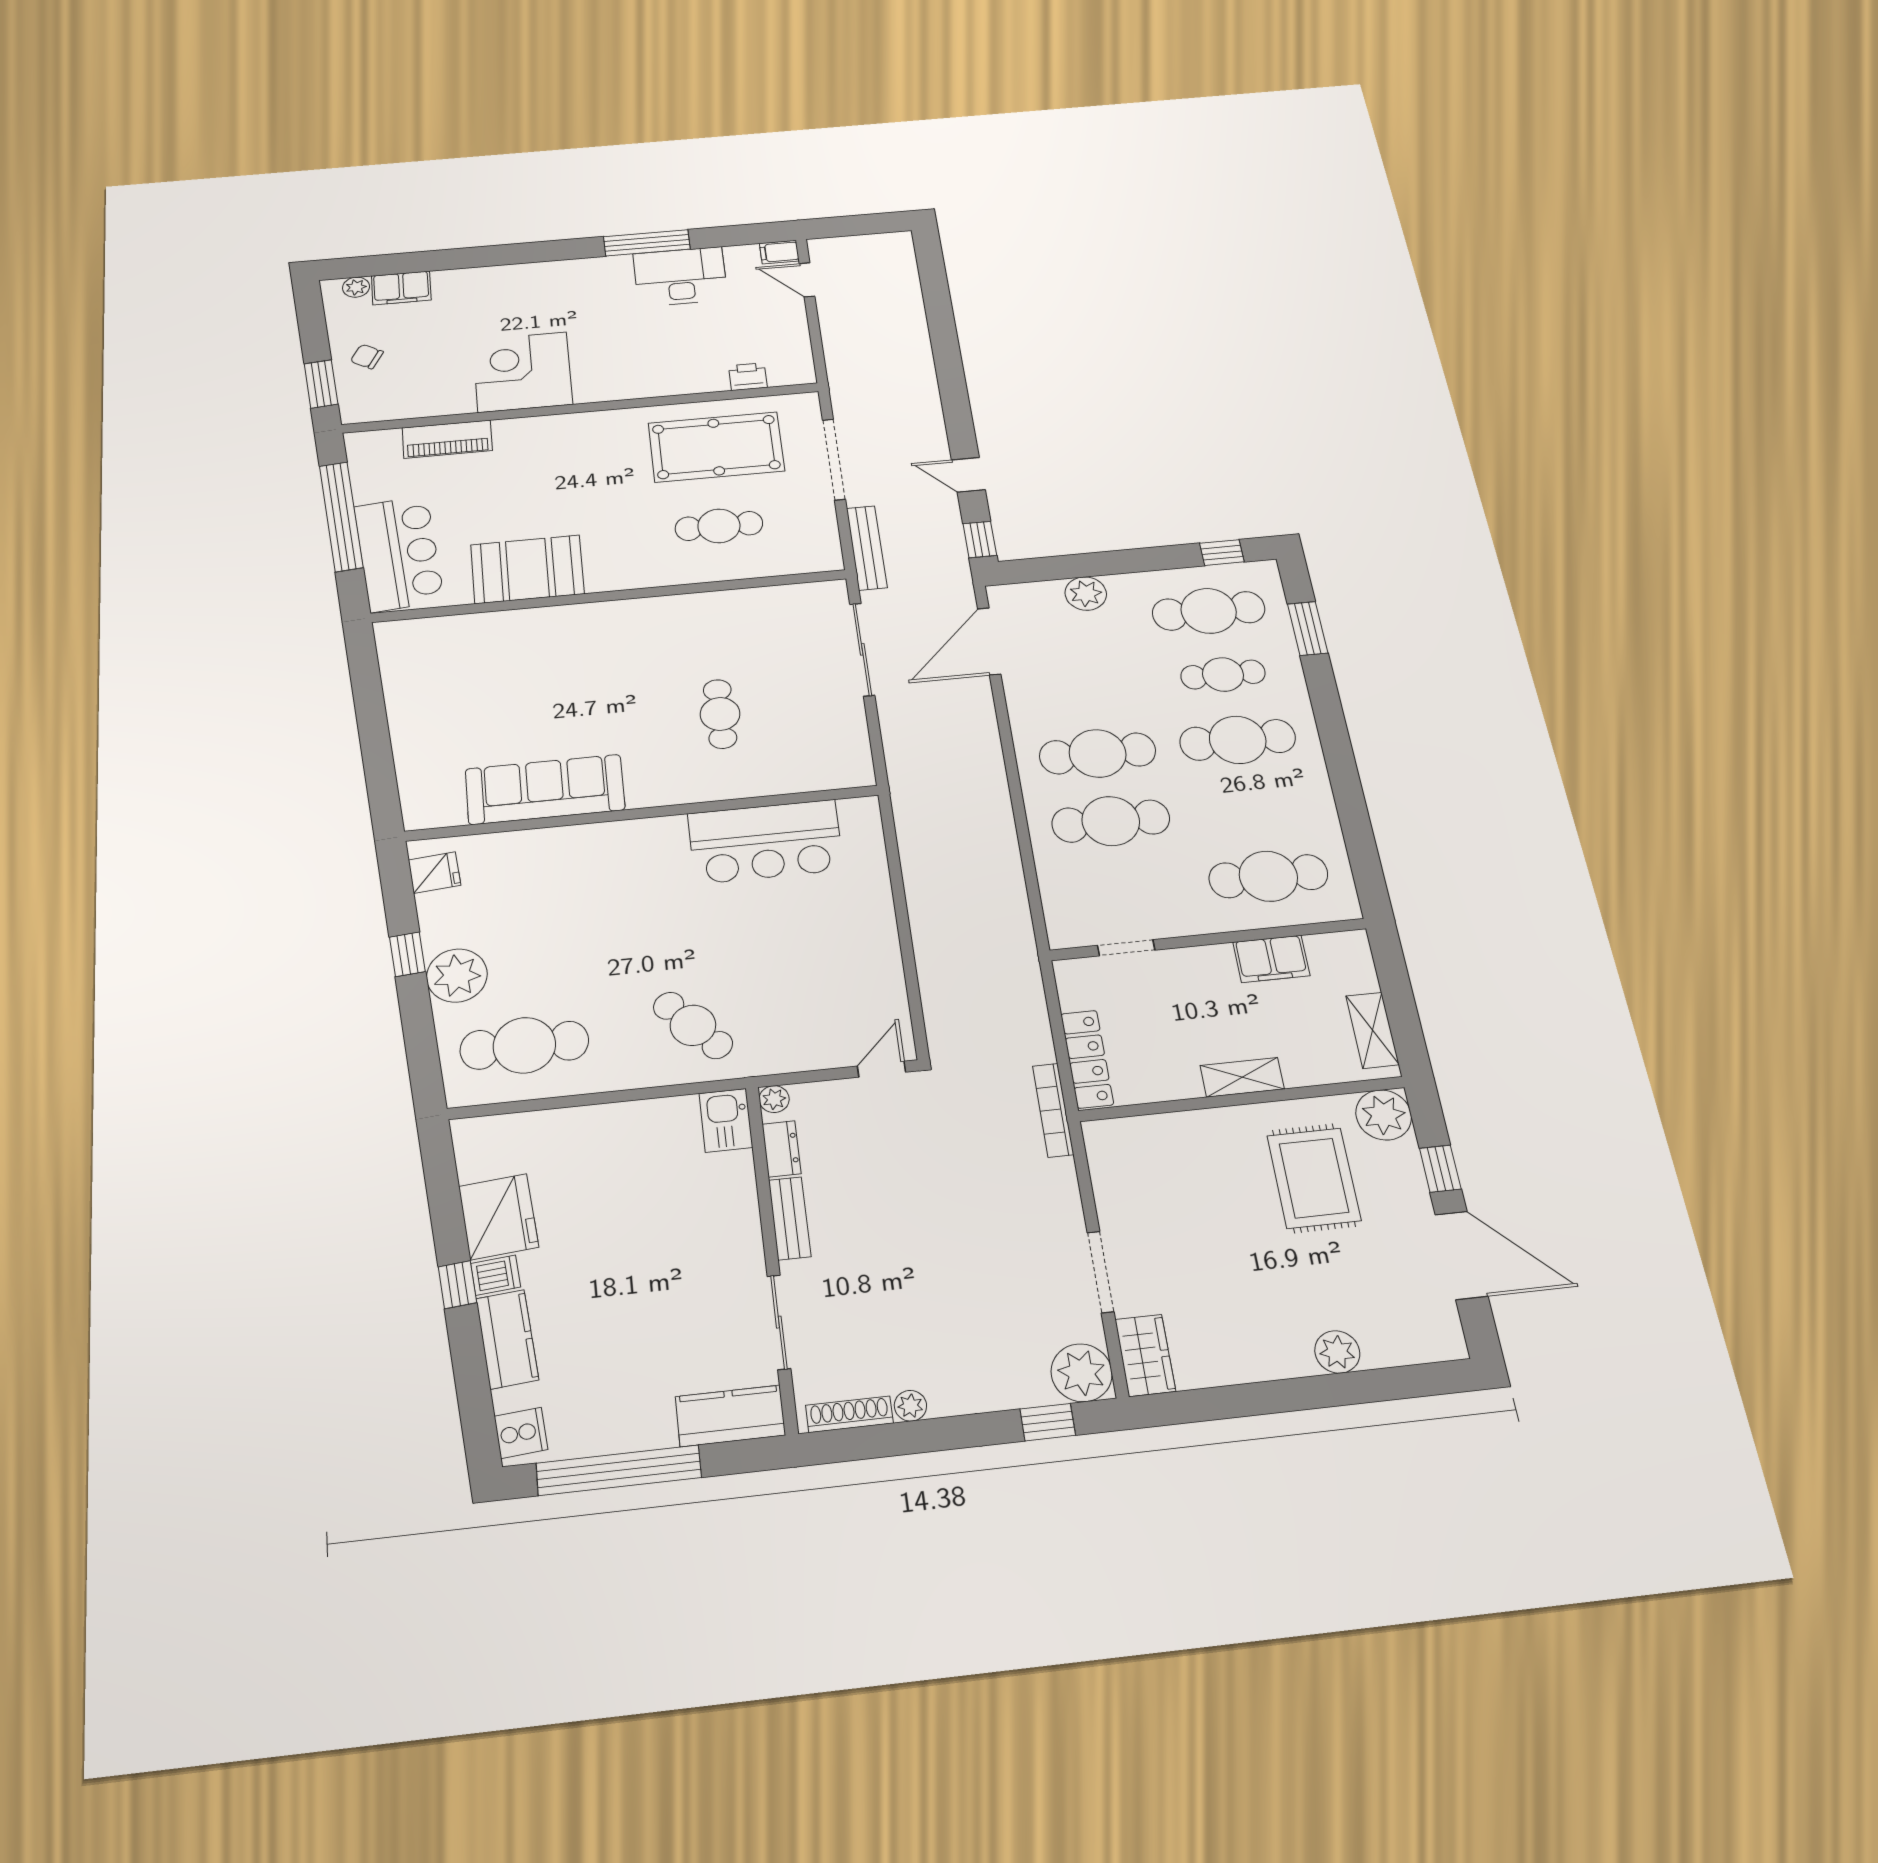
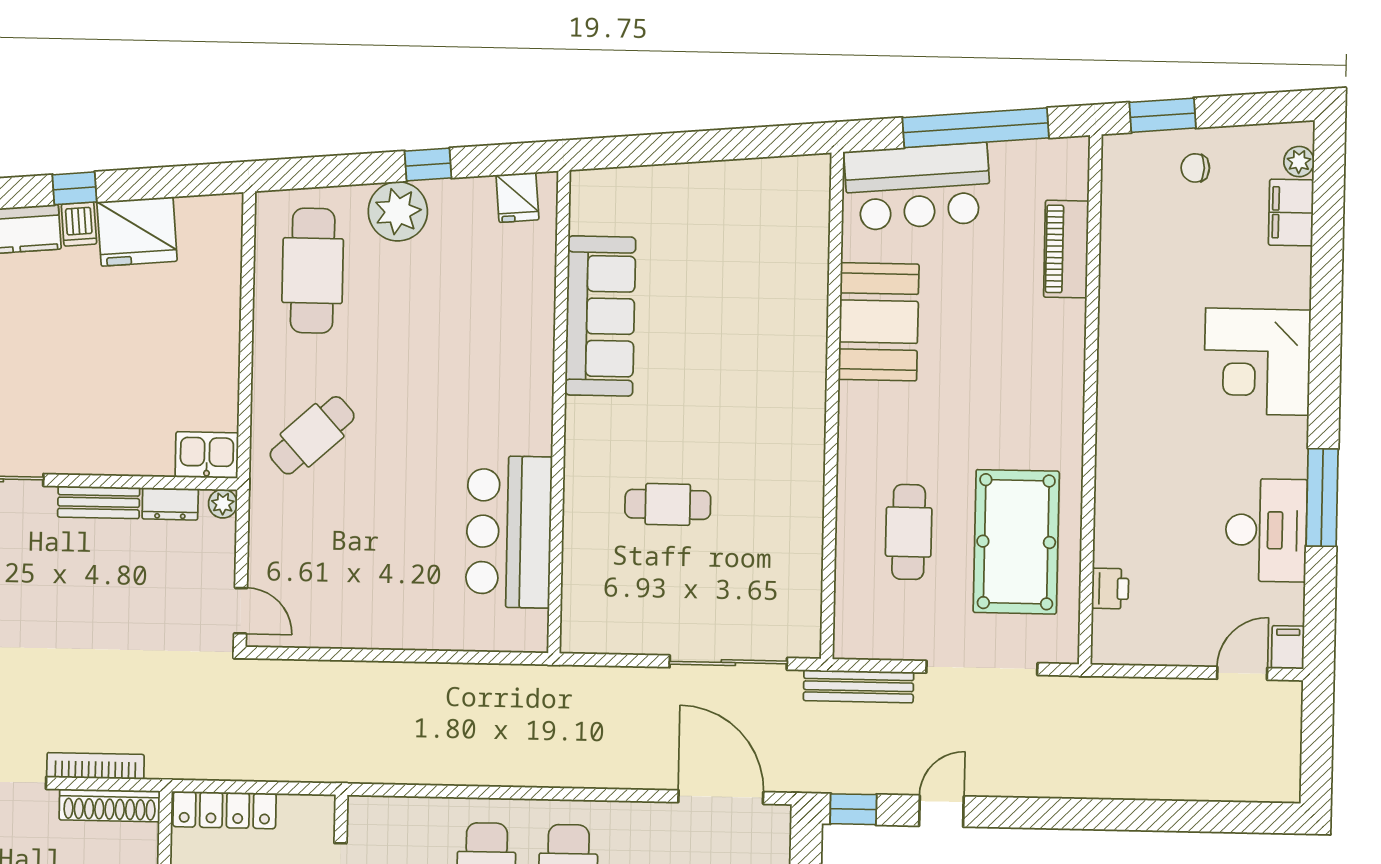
chair: (367, 357) -> (1195, 168), turned -120
corner desk: (522, 372) -> (1257, 362), moved, turned 180
bookcase: (1053, 1110) -> (95, 766), moved
shoe rack: (1104, 1168) -> (110, 805), added

